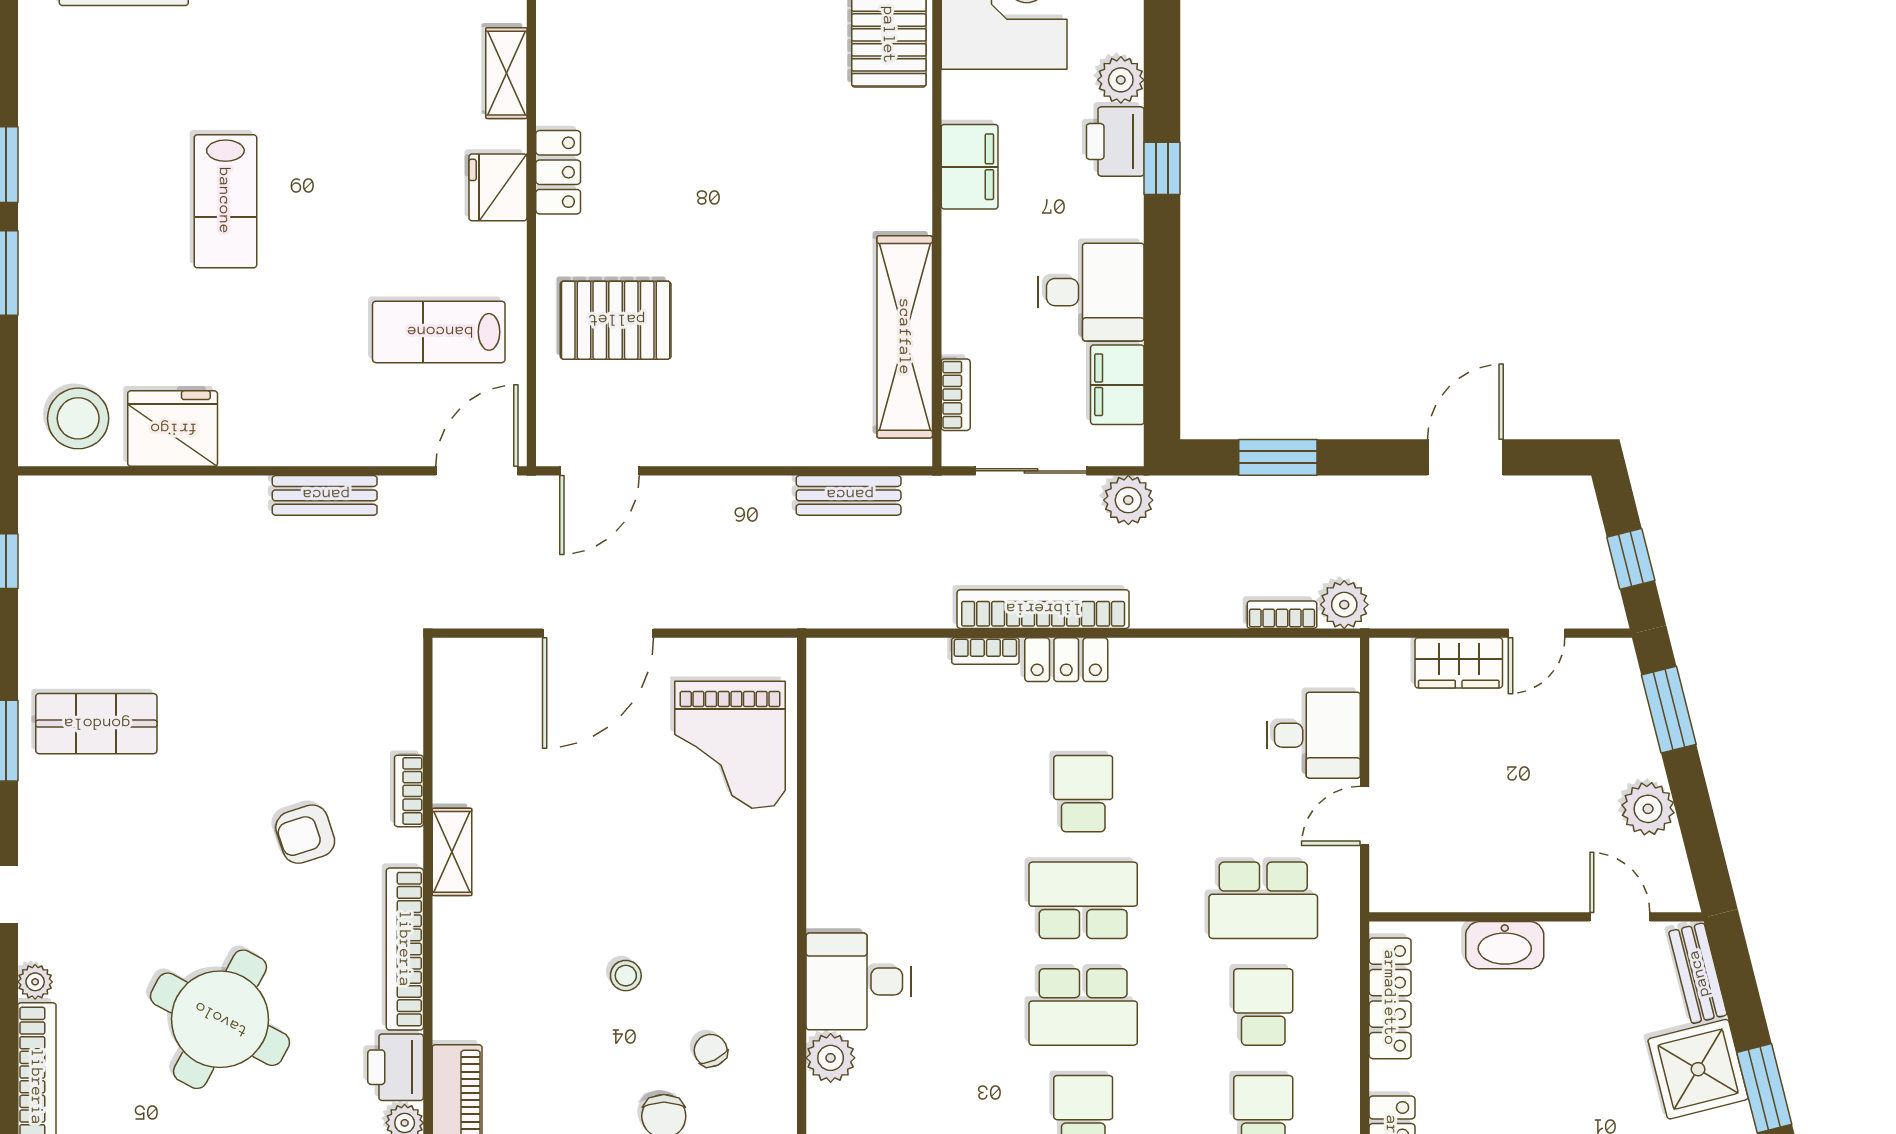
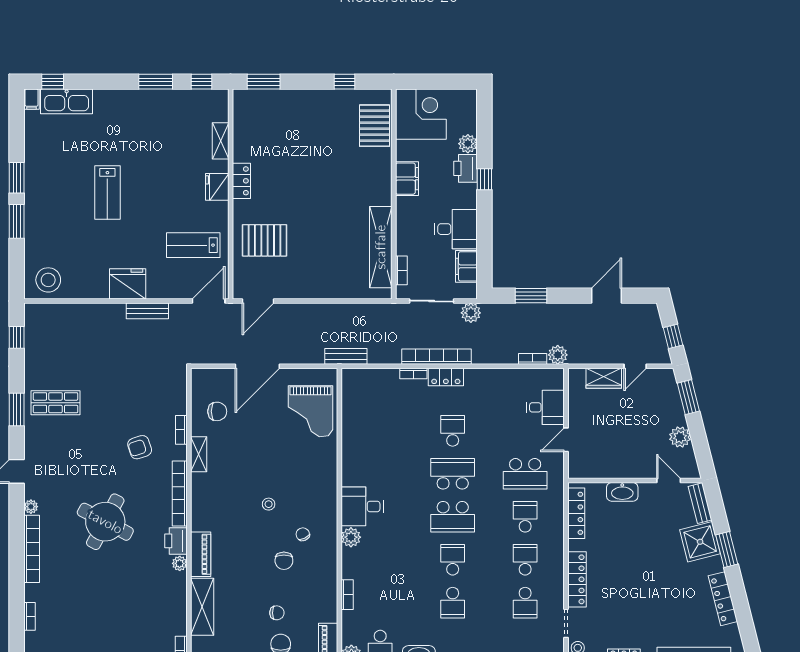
fridge: (173, 429) -> (128, 284), moved
bench: (849, 495) -> (346, 356), moved
chair: (498, 745) -> (217, 411), added

